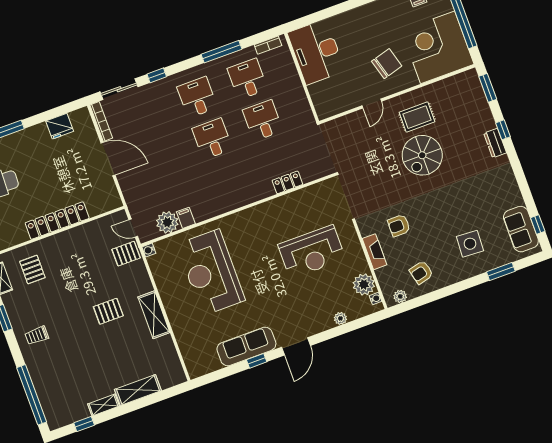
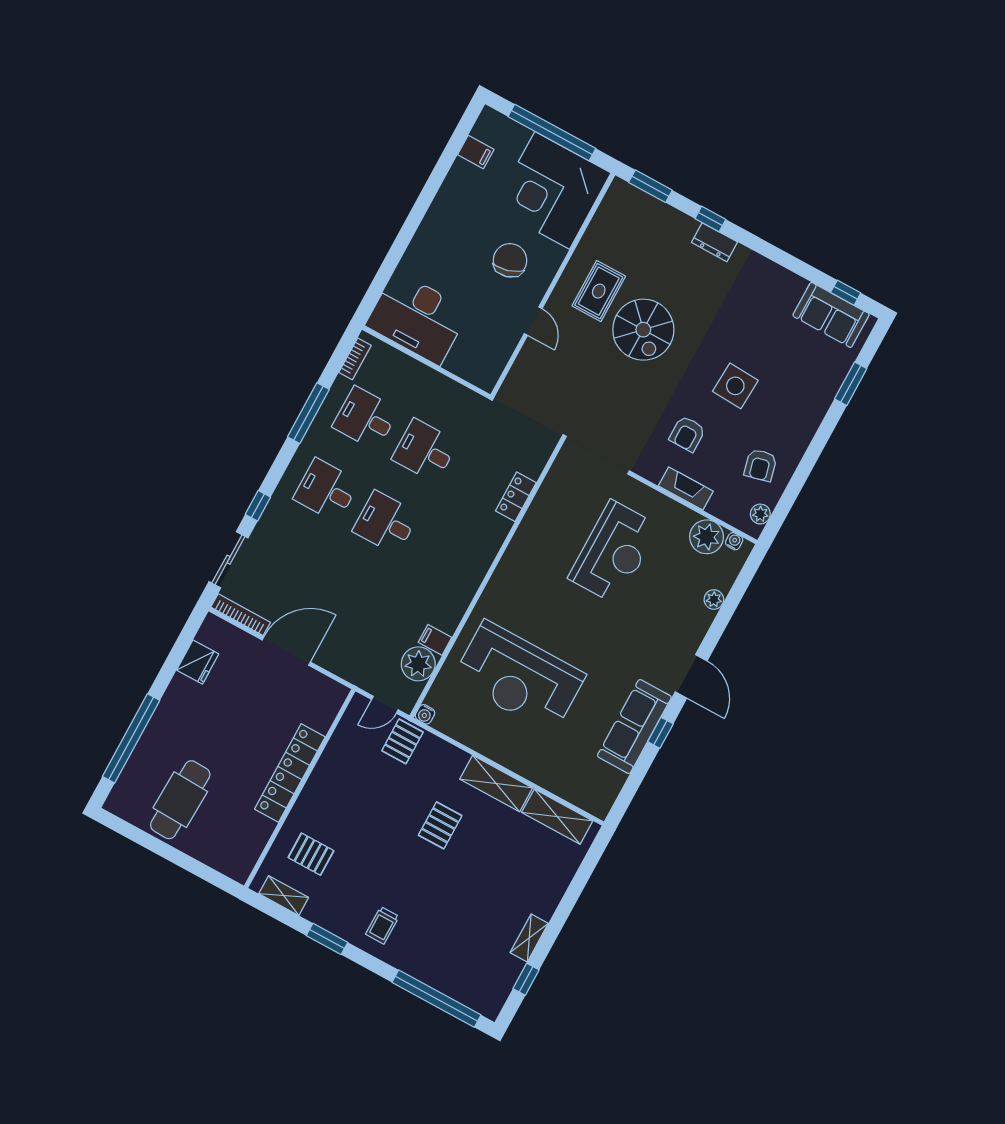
side table: (470, 244) -> (735, 386), moved
shelving: (138, 390) -> (557, 817), moved, turned 90

